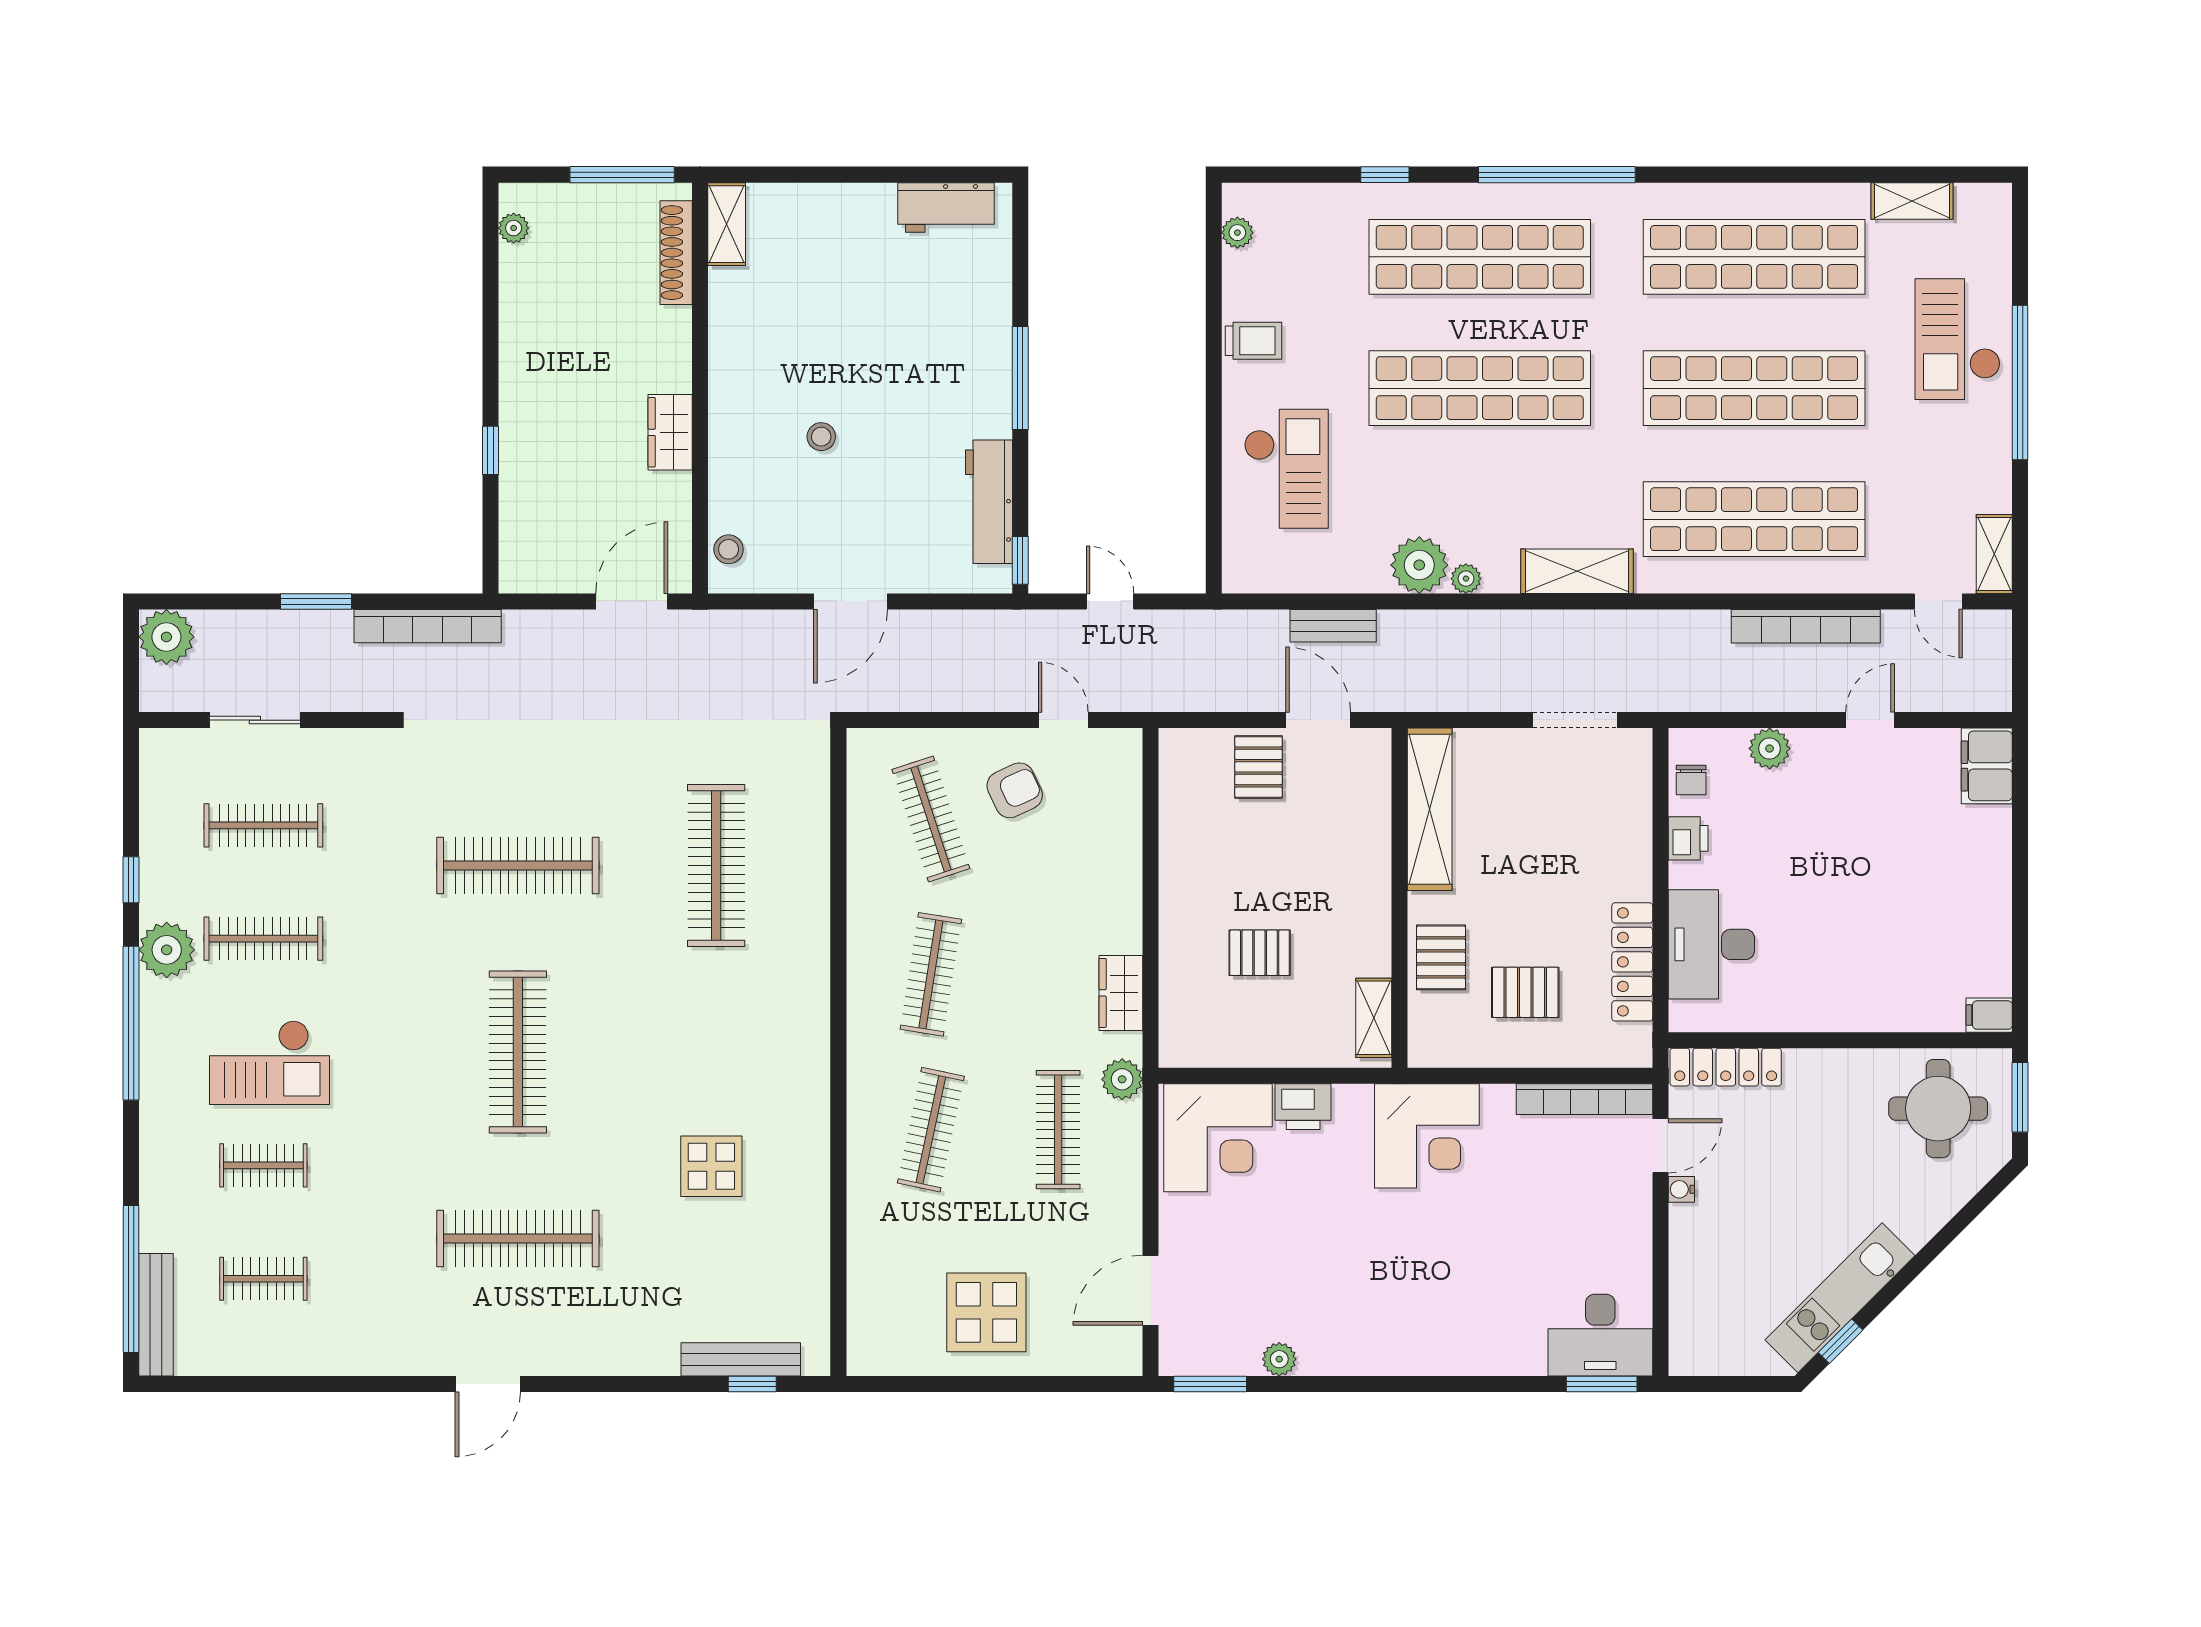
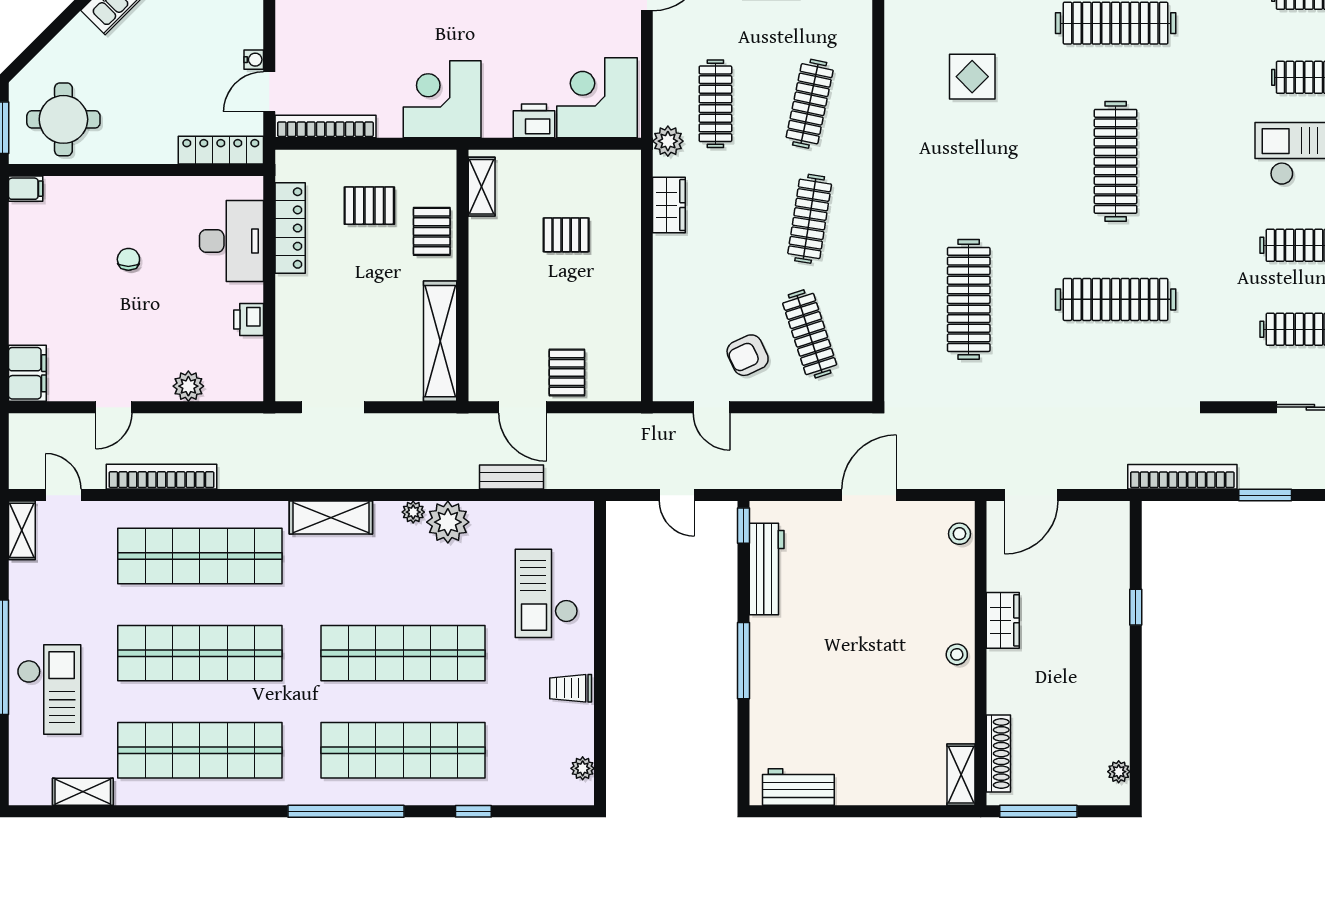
stool: (821, 437) -> (957, 654), moved
chair: (1691, 780) -> (128, 259), moved

